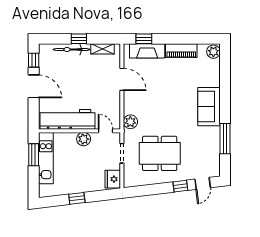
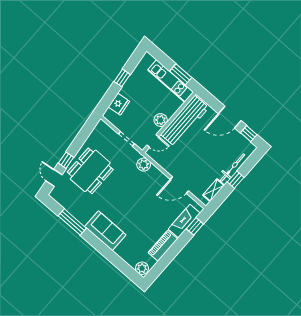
dining table: (160, 153) -> (90, 171), moved
fridge: (113, 179) -> (119, 104), moved, turned 83

